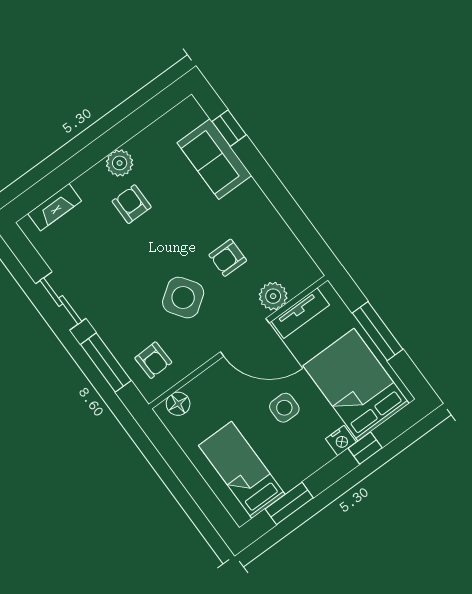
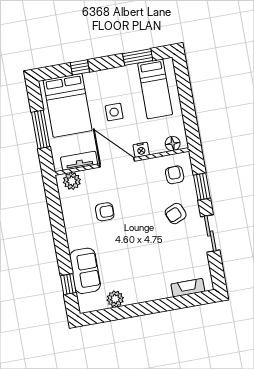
plant: (120, 163) -> (115, 299), moved
armchair: (132, 204) -> (176, 214), moved, turned 67
plant: (273, 296) -> (72, 181), moved
side table: (183, 298) -> (141, 202), removed
window: (106, 362) -> (202, 187), width x0.69
nightstand: (341, 440) -> (141, 150), moved, turned 180

